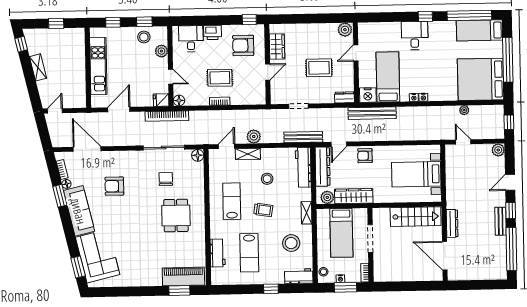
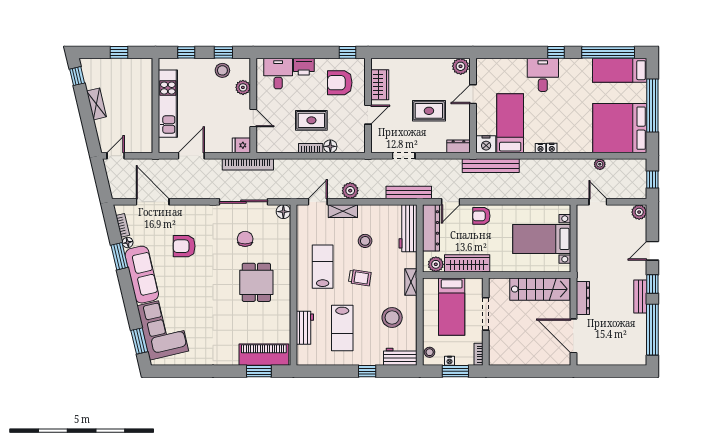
floor lamp: (179, 101) -> (330, 146), moved

